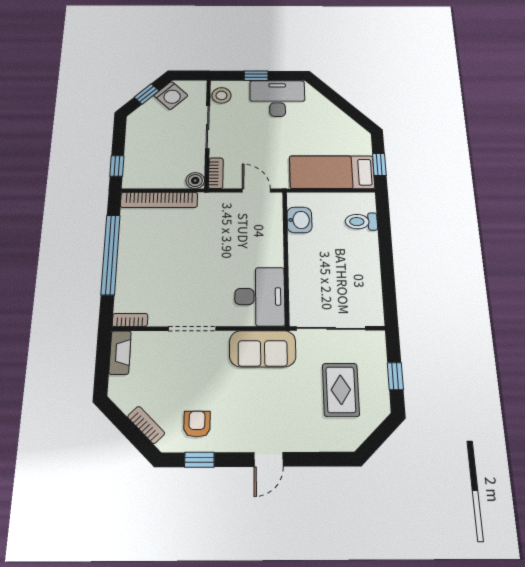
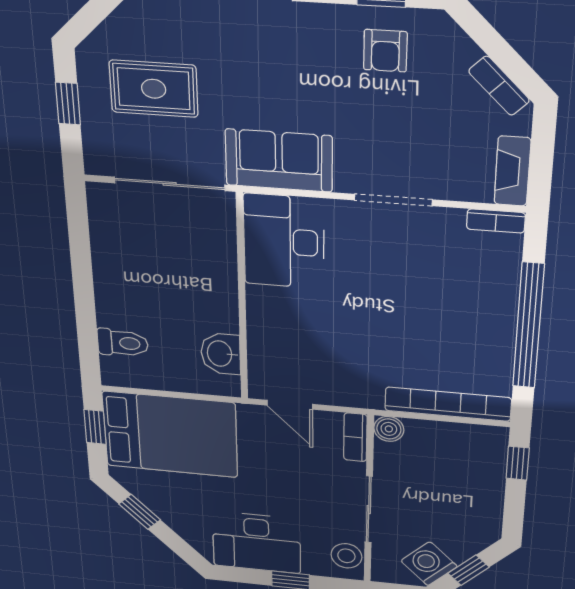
window: (351, 111) -> (140, 512), added
bed: (332, 172) -> (170, 434), width x1.50
rug: (341, 390) -> (154, 89), turned 90
bookcase: (146, 425) -> (499, 86), moved

